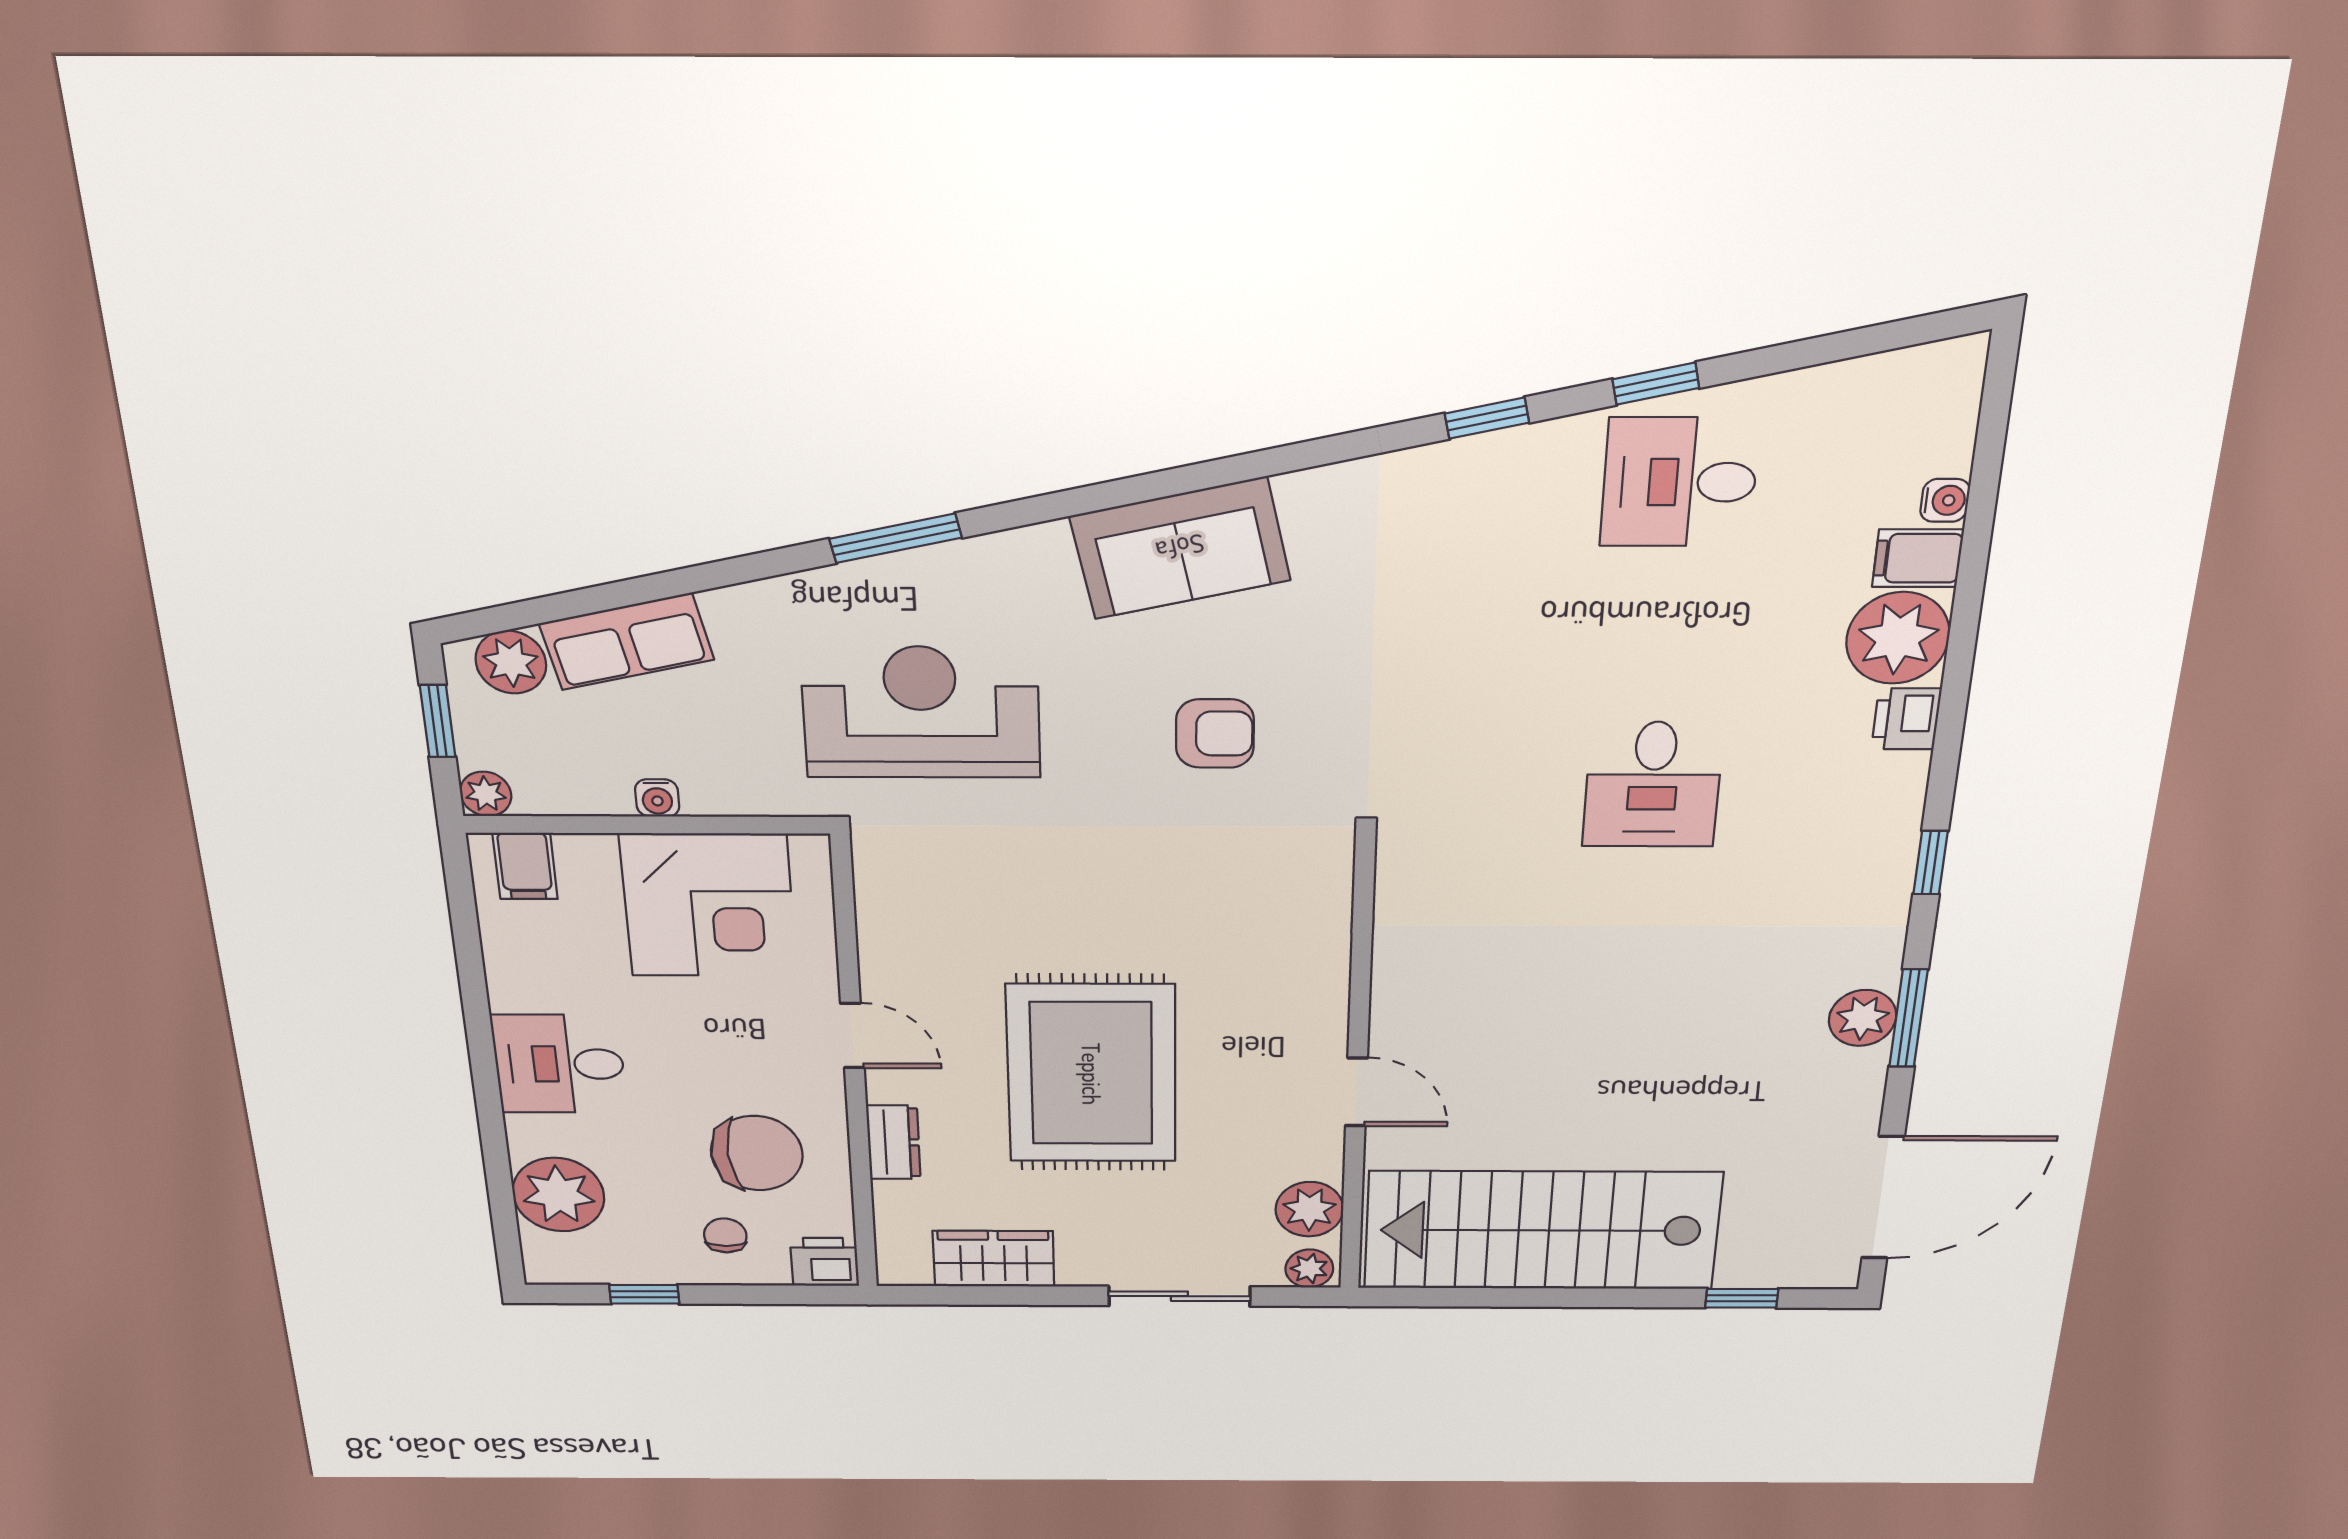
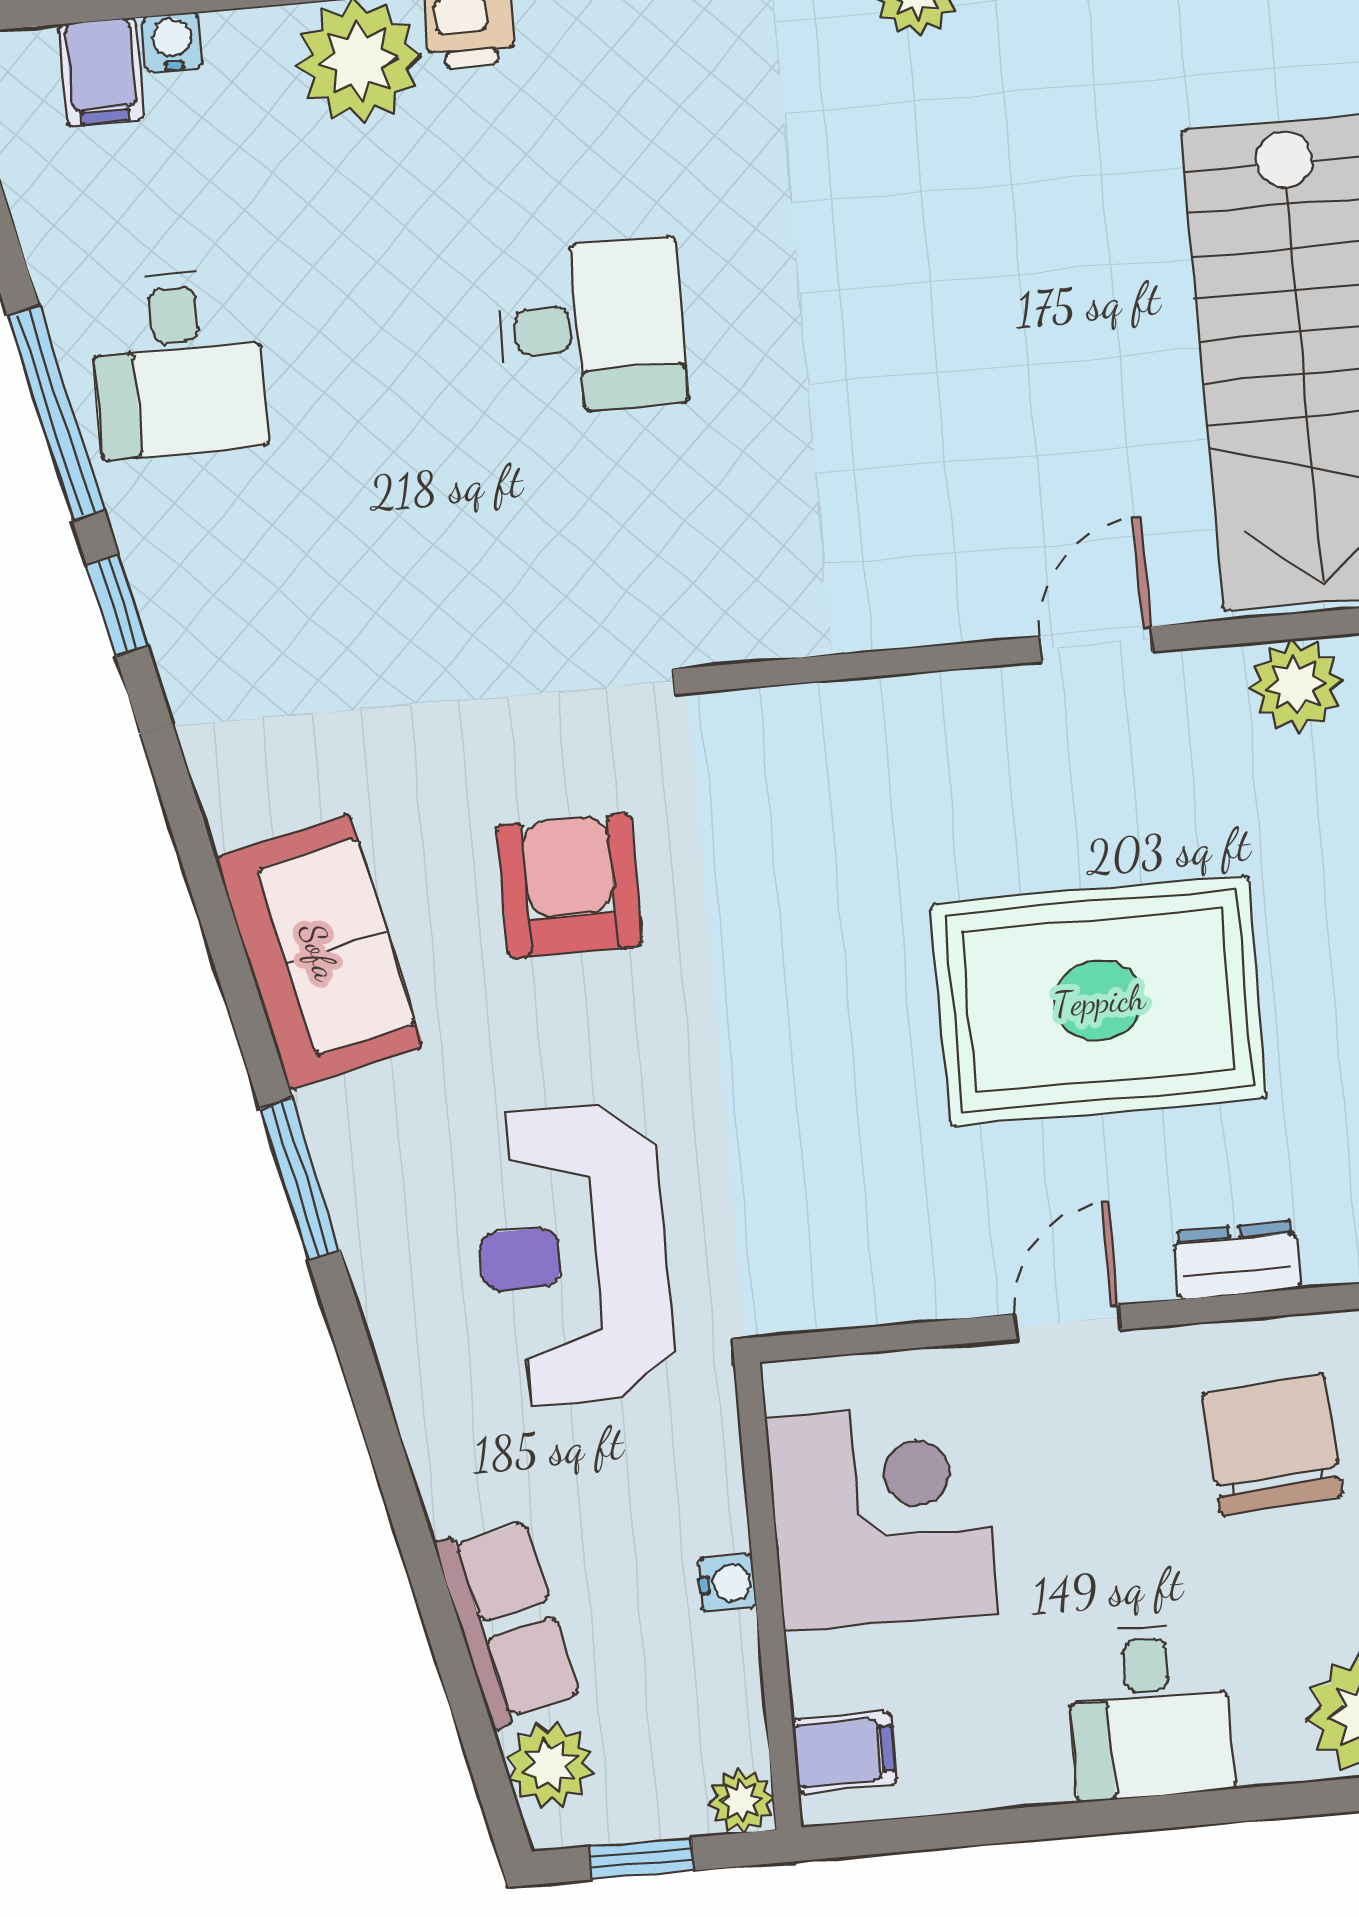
window: (1656, 384) -> (56, 413), width x2.17
window: (895, 538) -> (300, 1179), moved
filing cabinet: (1918, 558) -> (101, 72), moved
armchair: (1215, 734) -> (570, 886), width x1.38, depth x1.38

